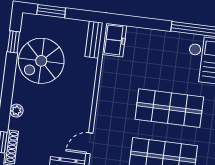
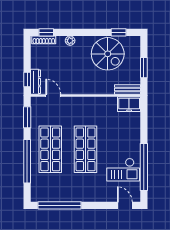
window: (51, 11) -> (144, 68), moved
spiral stairs: (41, 61) -> (108, 54), turned 180

